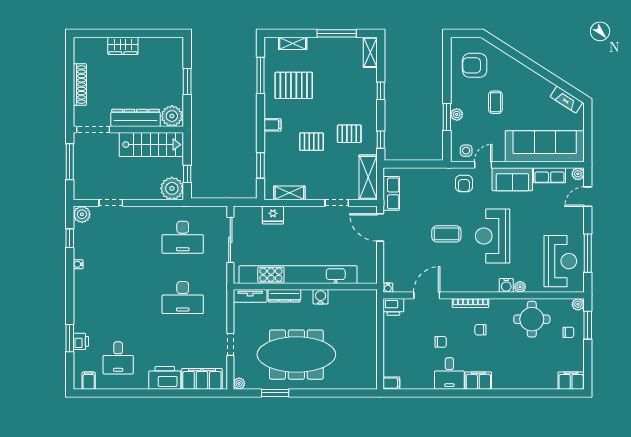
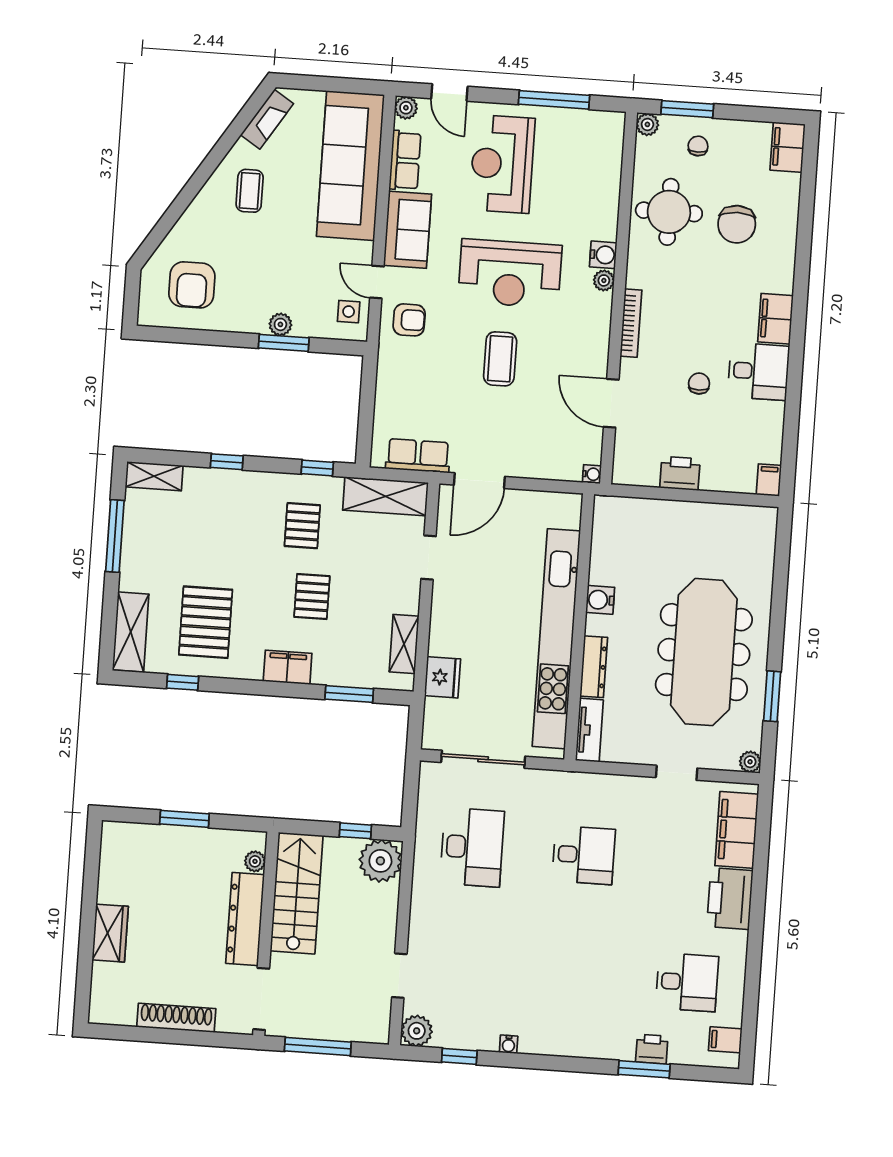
shelving: (293, 43) -> (131, 632), width x1.50, depth x1.33
window: (260, 75) -> (183, 682), width x0.46
coffee table: (495, 102) -> (250, 191), moved, turned 90
plant: (172, 116) -> (255, 861), width x0.53, depth x0.53
filing cabinet: (273, 125) -> (288, 667), width x2.00
reception desk: (560, 261) -> (502, 164), moved, turned -90
plant: (520, 287) -> (604, 280), moved
desk: (183, 298) -> (584, 855), width x0.73
printer: (393, 307) -> (680, 473), moved, turned -90
chair: (480, 330) -> (737, 224), moved, width x1.87, depth x1.87

